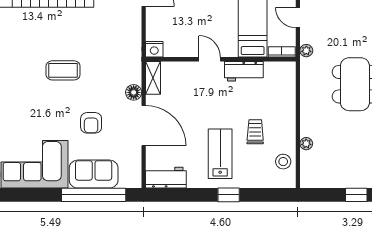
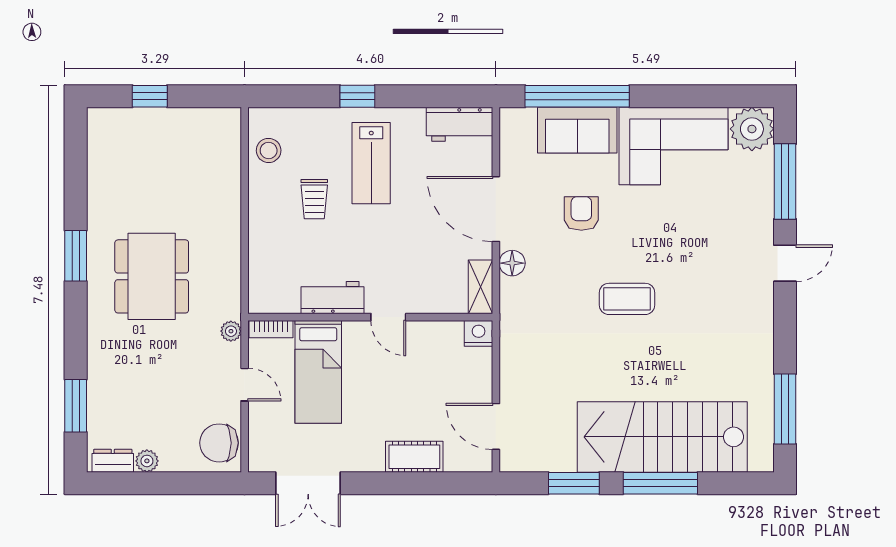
plant: (306, 144) -> (231, 180), removed

